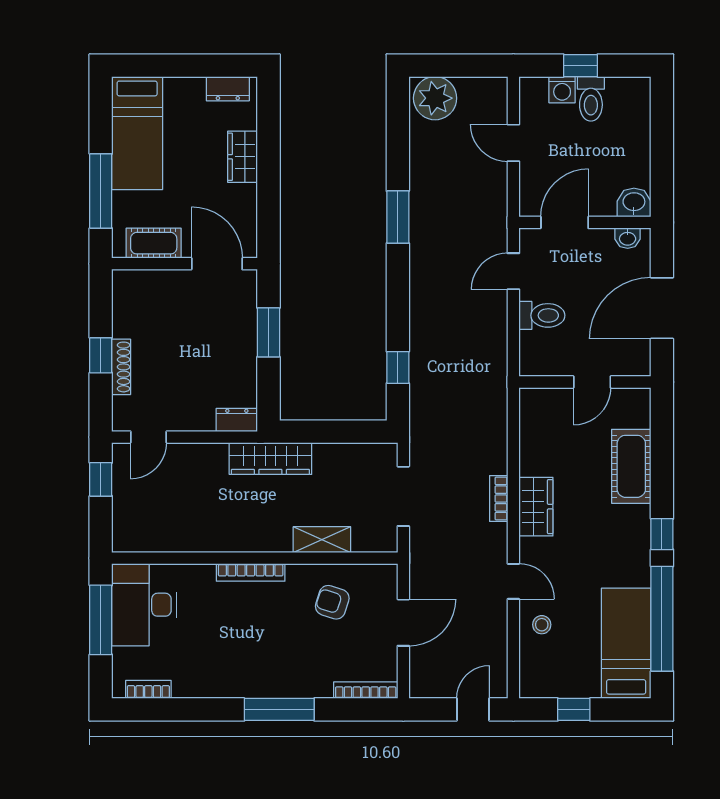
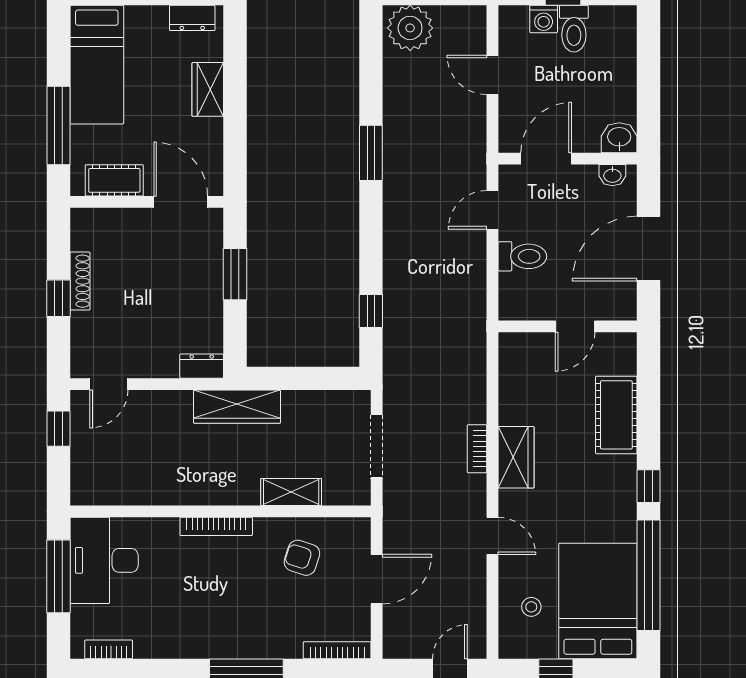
shoe rack: (121, 367) -> (80, 281), moved
stool: (542, 625) -> (531, 607), moved
bed: (626, 643) -> (598, 601), width x1.50

